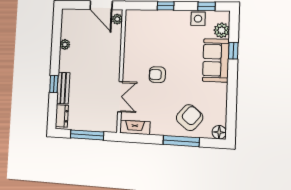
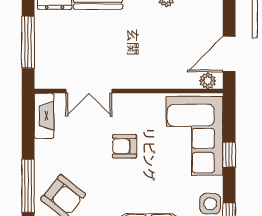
corner sofa: (152, 28) -> (195, 136), added
armchair: (157, 75) -> (125, 146), turned -90

